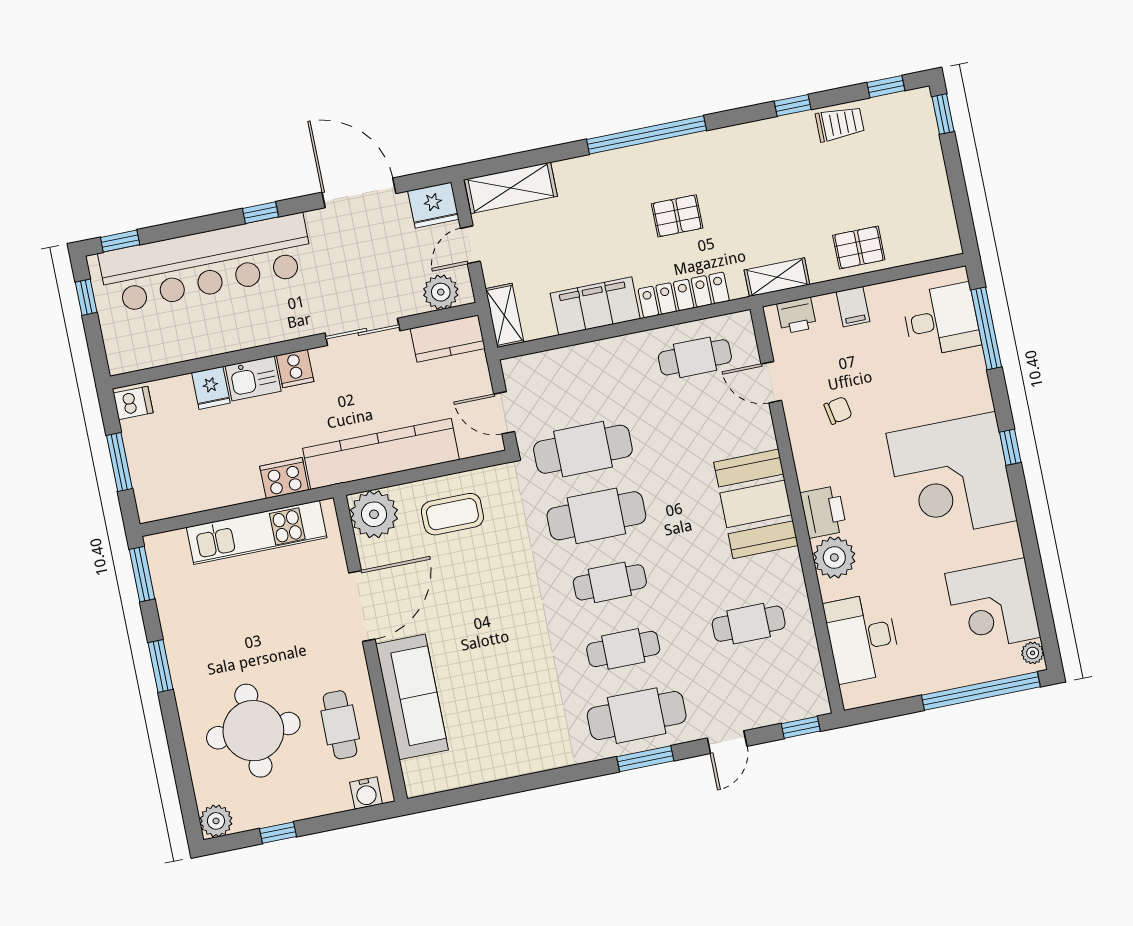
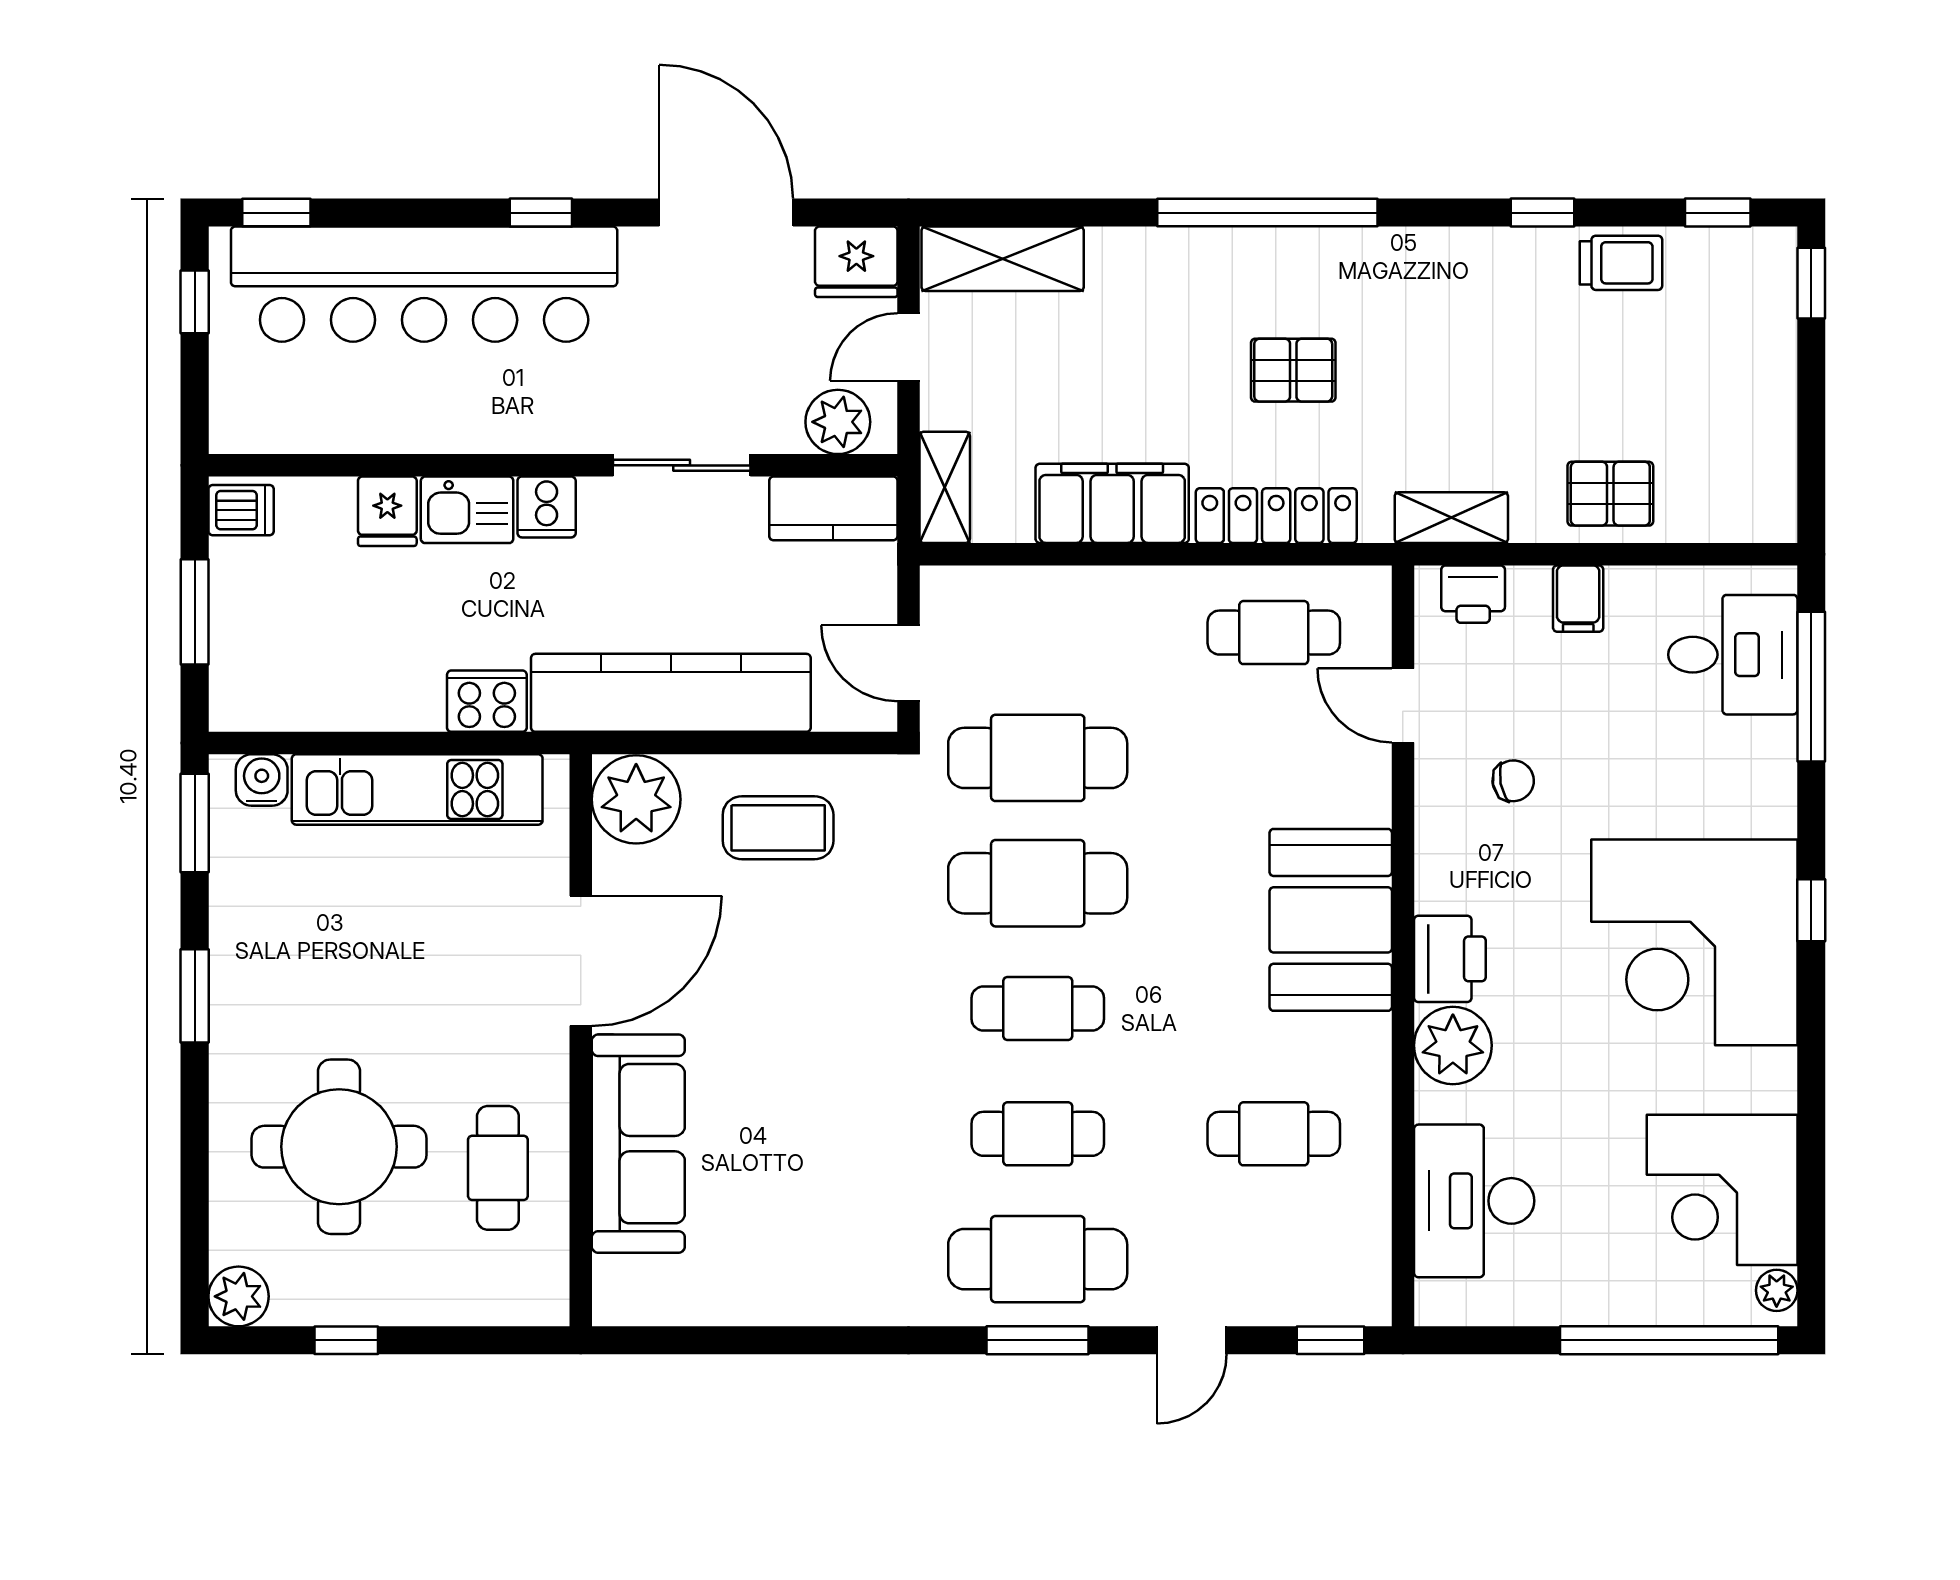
water cooler: (366, 793) -> (262, 780), moved, turned 180

